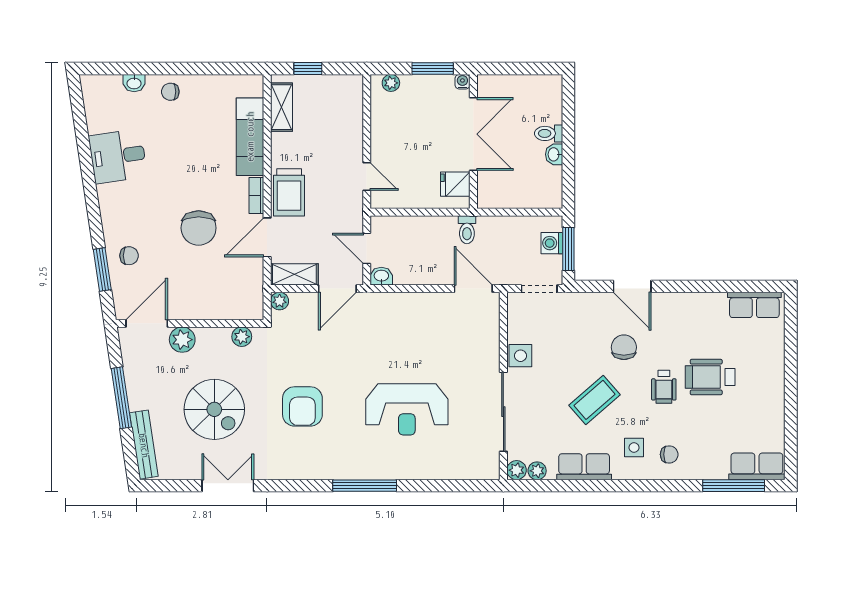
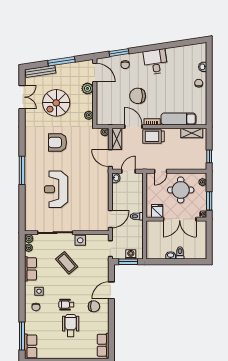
window: (308, 68) -> (209, 156), moved
round table: (408, 132) -> (181, 190), added
desk: (118, 156) -> (156, 62), moved
chair: (624, 347) -> (94, 306), moved
coffee table: (595, 400) -> (67, 263), moved
double door: (228, 486) -> (22, 97), moved

